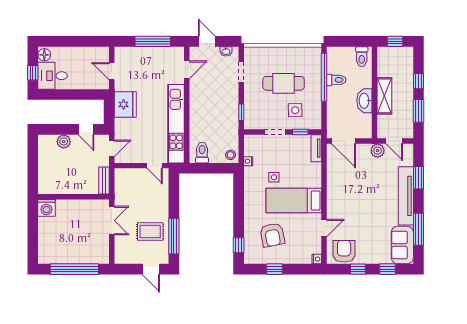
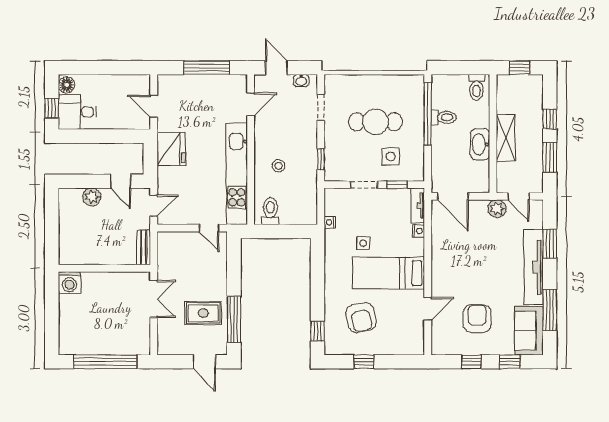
stool: (231, 155) -> (278, 166), moved
armchair: (344, 251) -> (477, 319), moved
nightstand: (317, 259) -> (418, 231), moved

